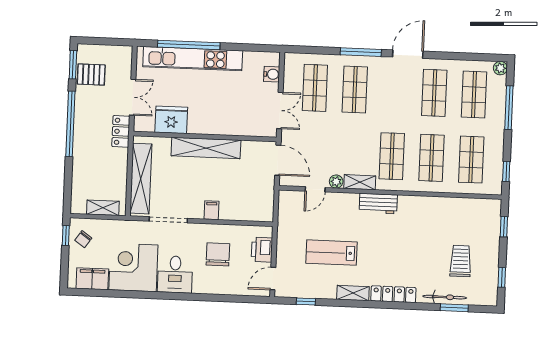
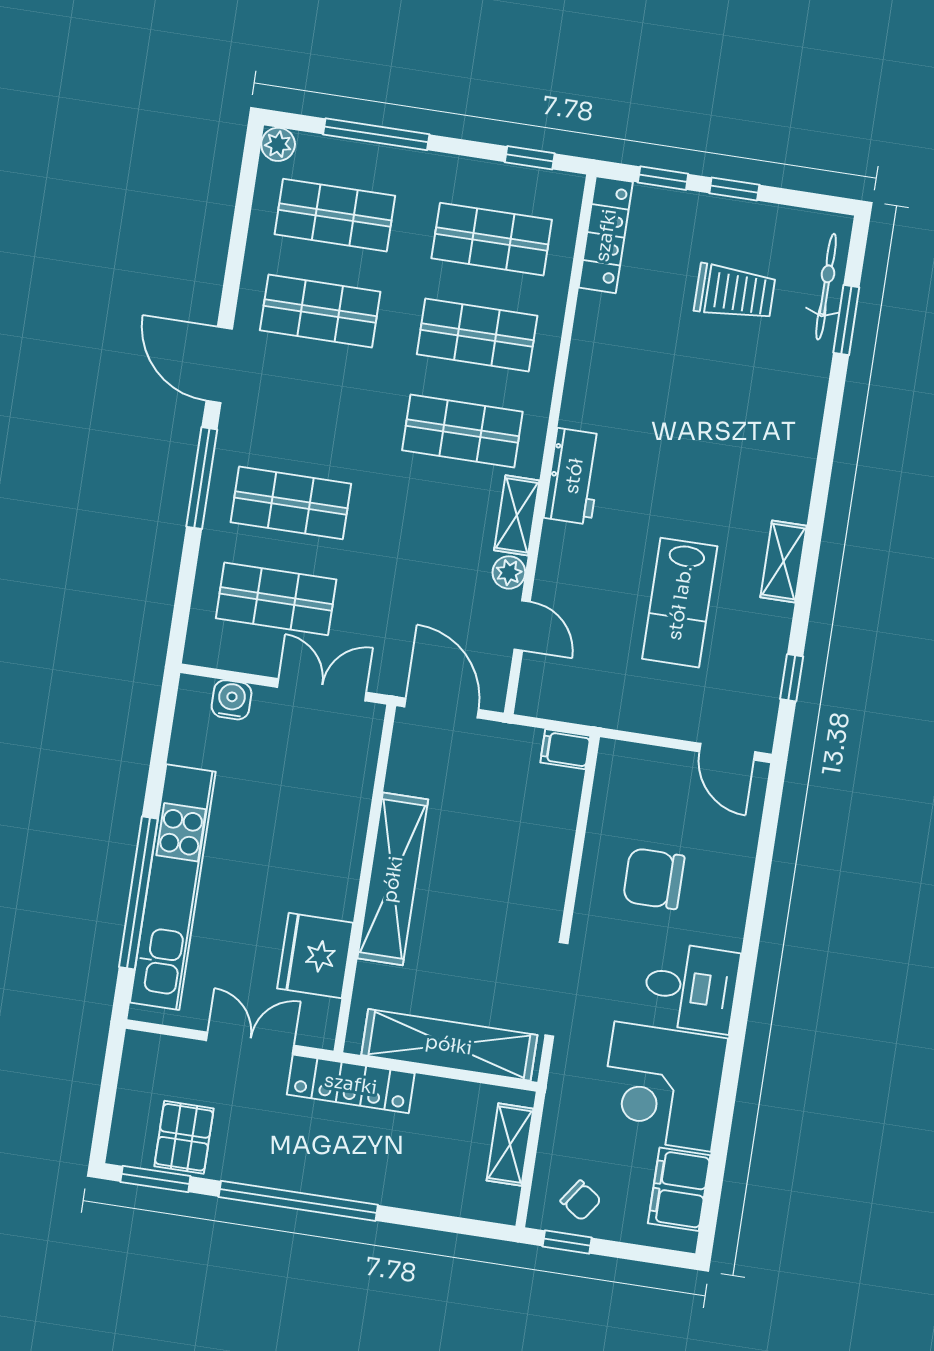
locker: (121, 131) -> (351, 1084), width x1.53
door: (278, 160) -> (442, 708), hinge flipped
filing cabinet: (211, 210) -> (565, 749), moved
printer: (262, 250) -> (654, 771), removed
trolley: (461, 261) -> (735, 292), turned 180
window: (502, 277) -> (734, 189), moved
locker: (393, 294) -> (606, 235), moved, turned 180
bicycle: (445, 297) -> (826, 287), moved

